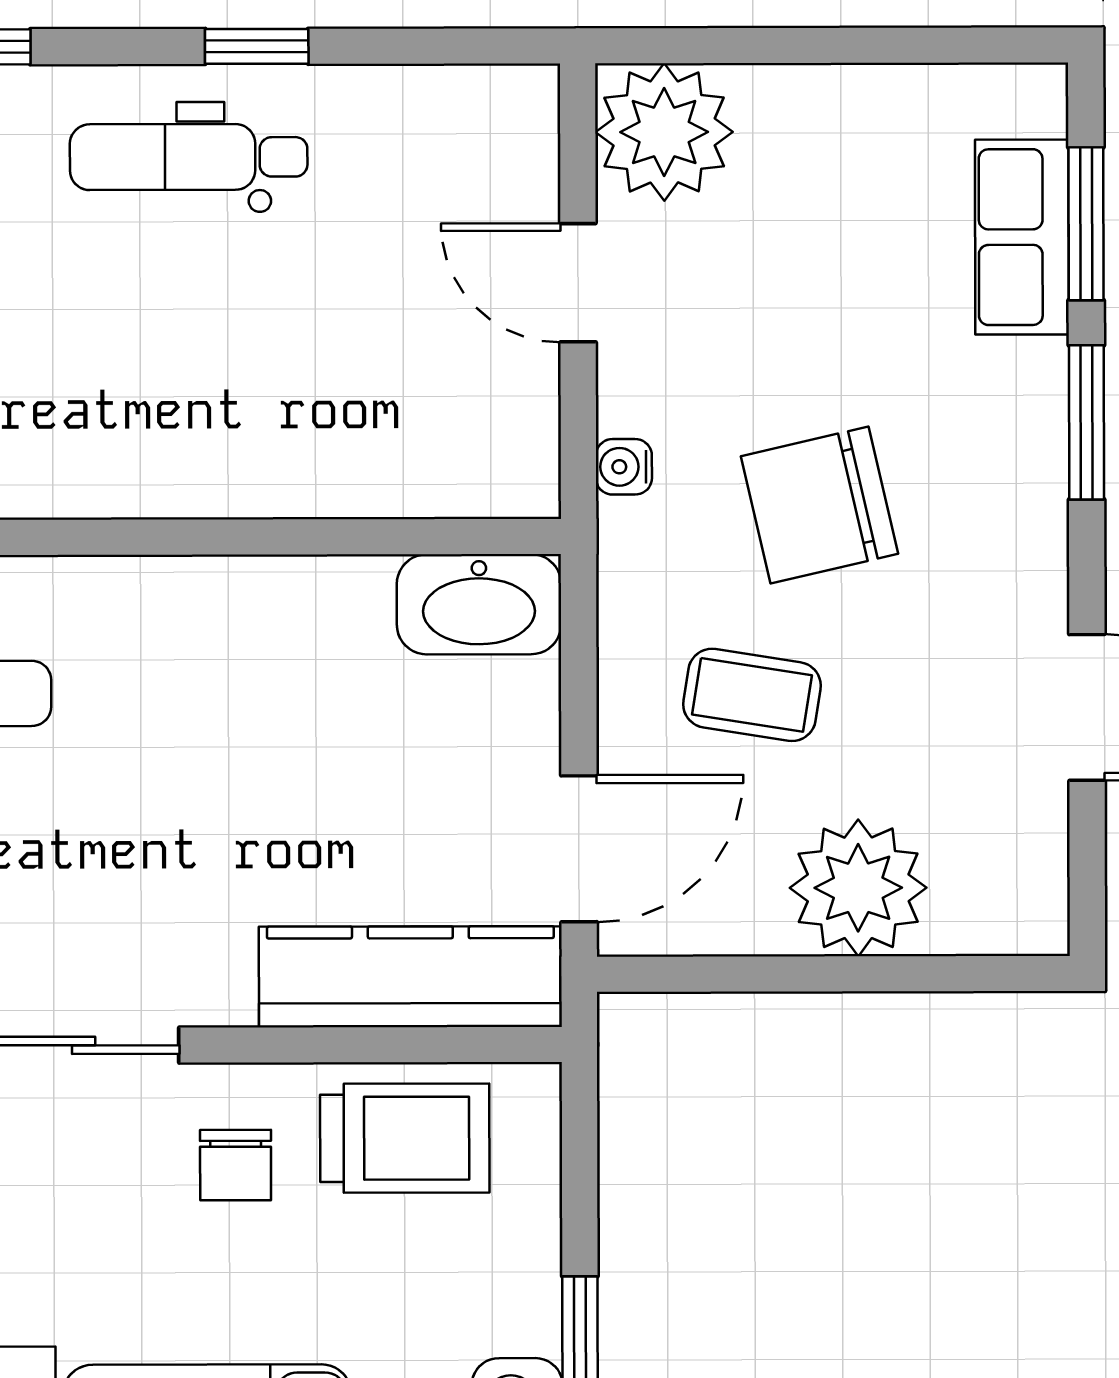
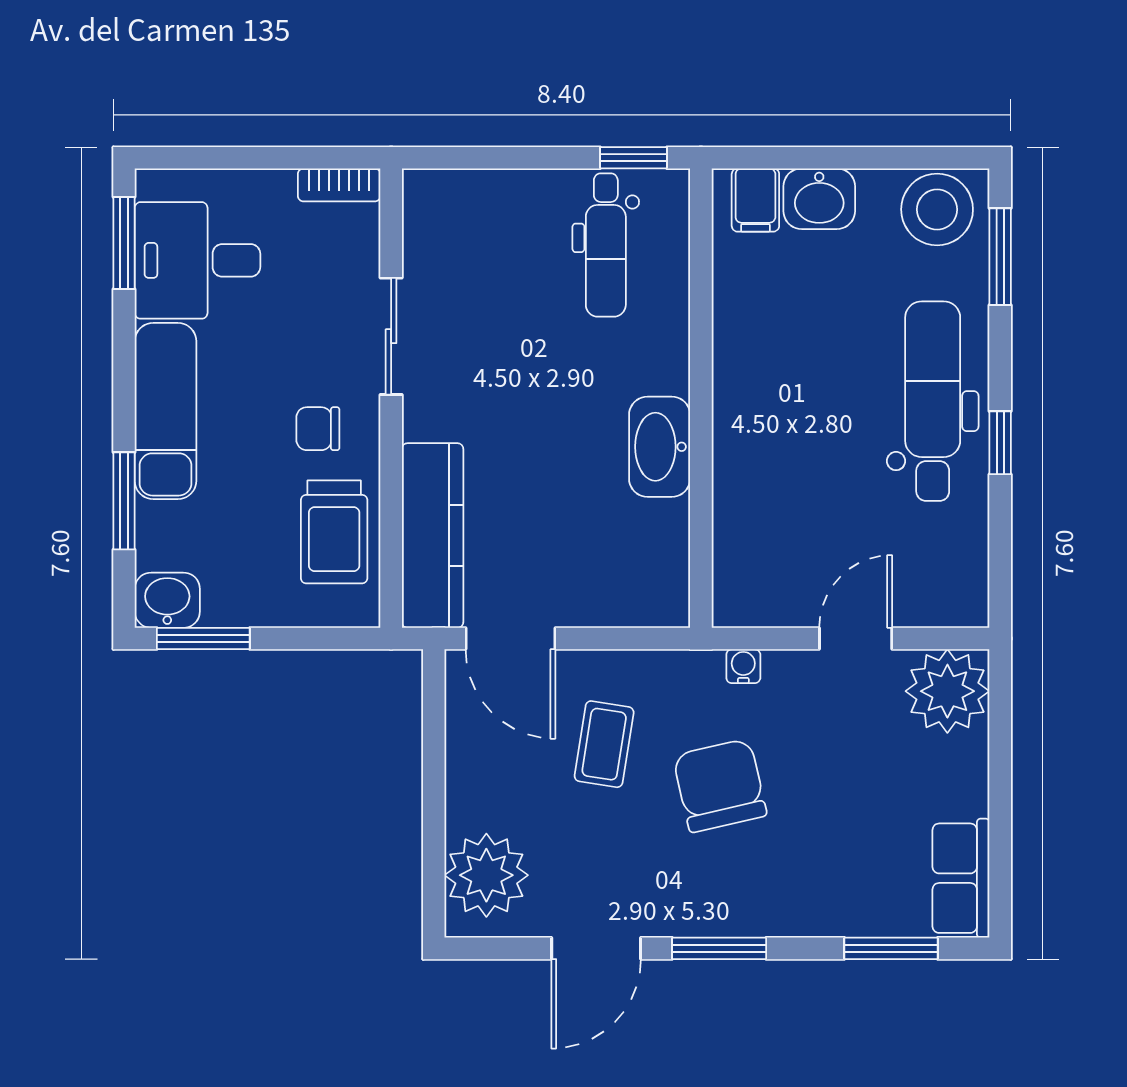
dental chair: (189, 157) -> (933, 401), width x1.36, depth x1.38
row of seats: (1022, 237) -> (961, 878), moved, turned -90
window: (1086, 422) -> (719, 948), moved
washbasin: (479, 604) -> (660, 447), moved
plant: (858, 888) -> (486, 875), moved

